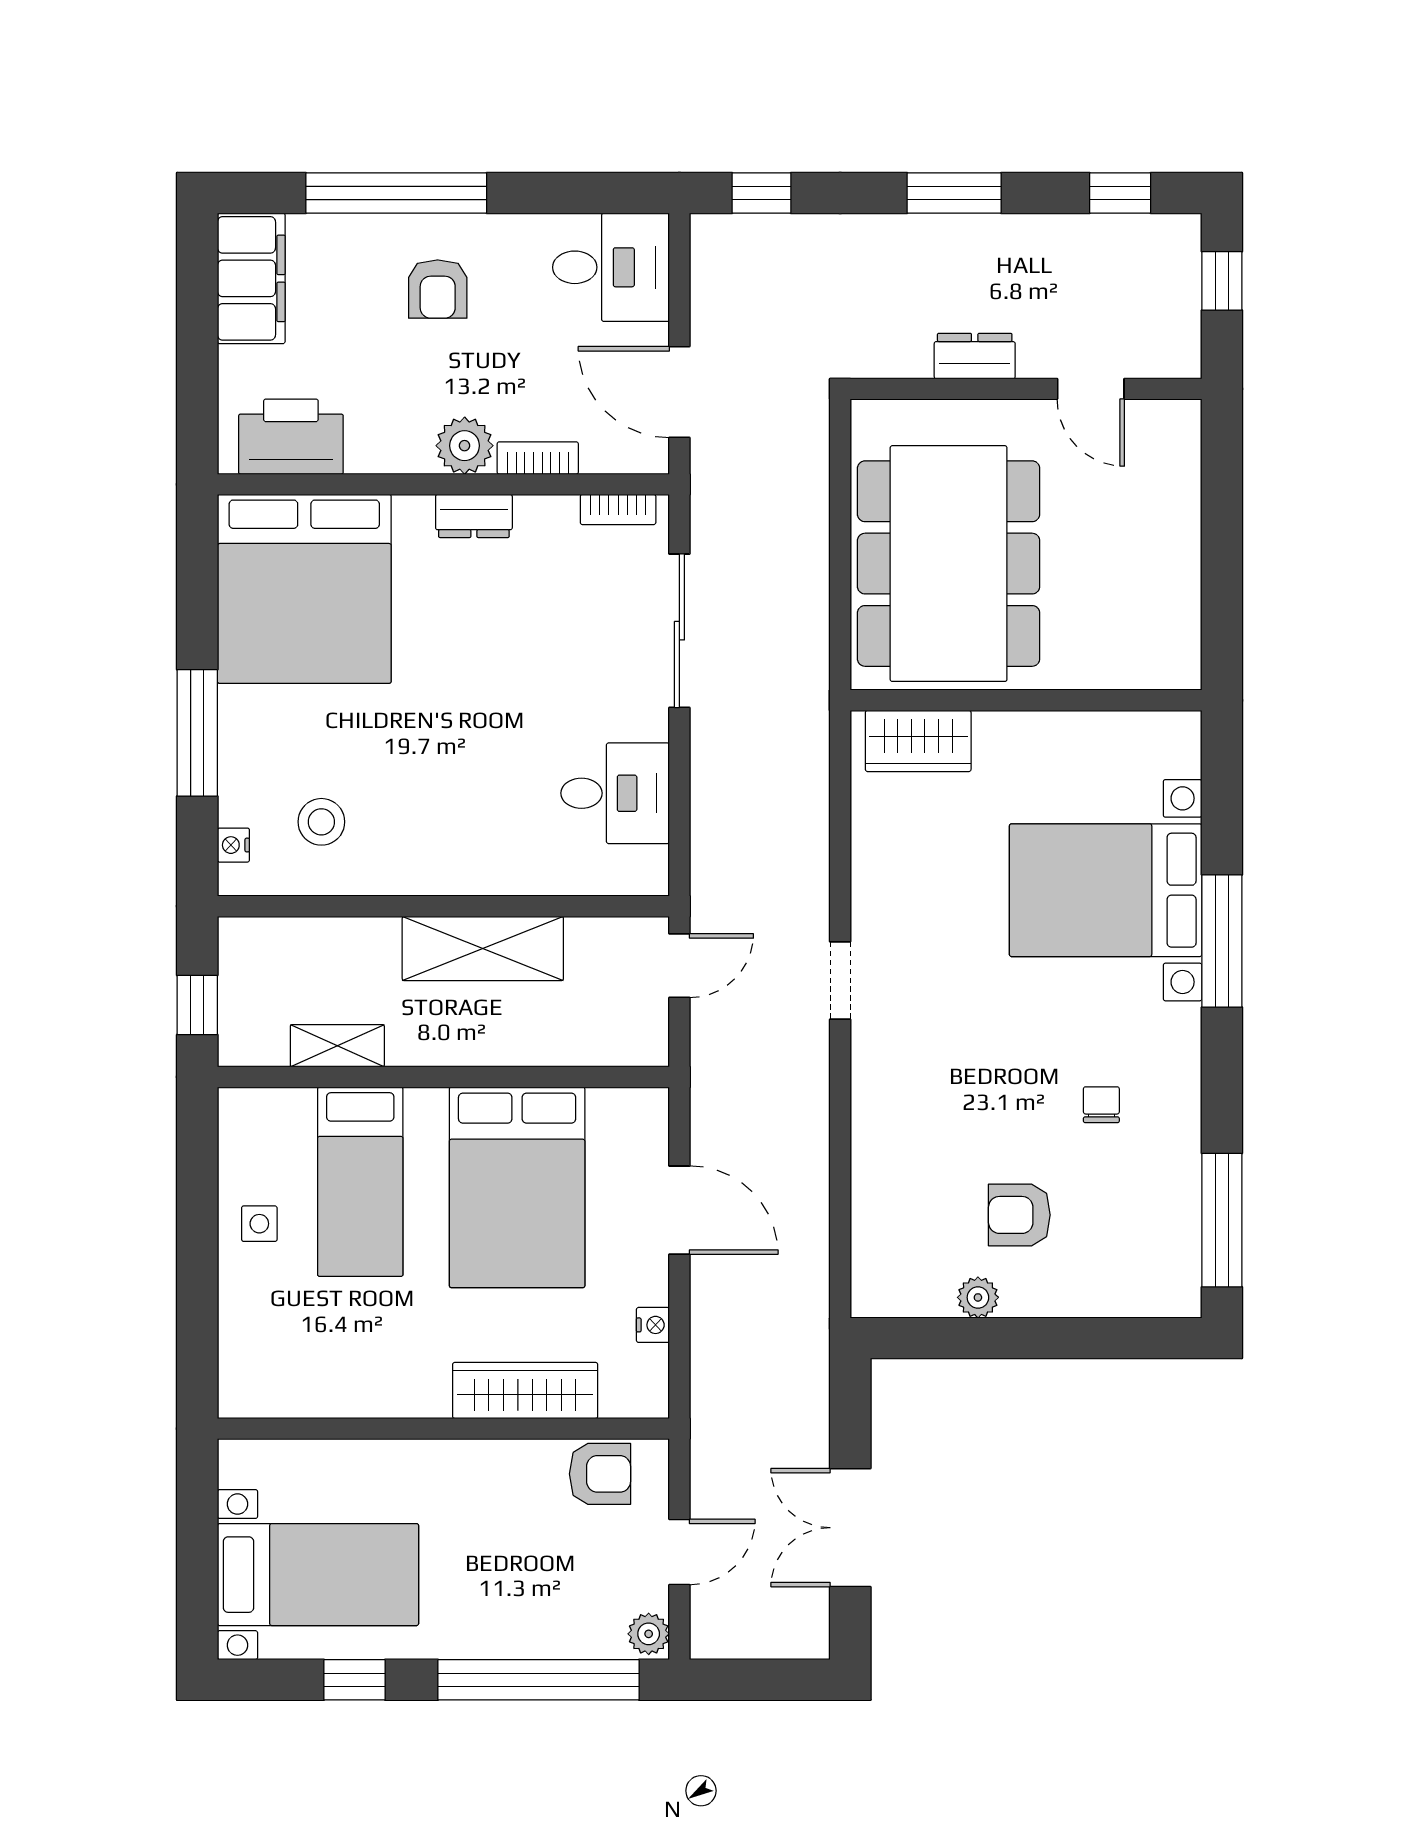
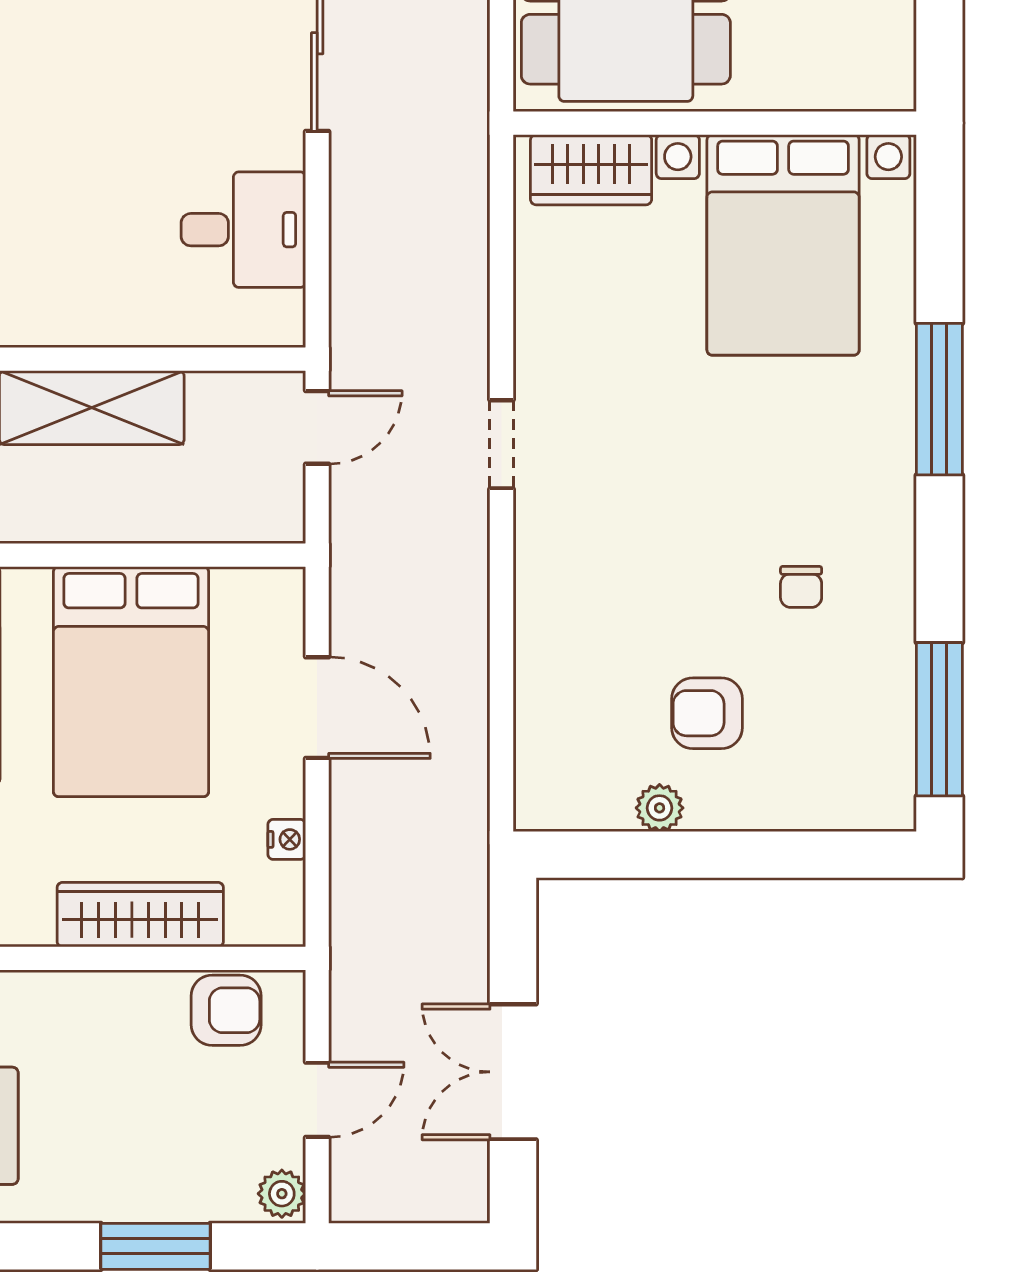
bed with nightstands: (1106, 890) -> (783, 245), moved, turned -90
chair: (1101, 1105) -> (801, 587), turned 180
window: (538, 1680) -> (155, 1246), width x0.47

